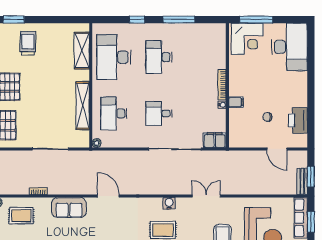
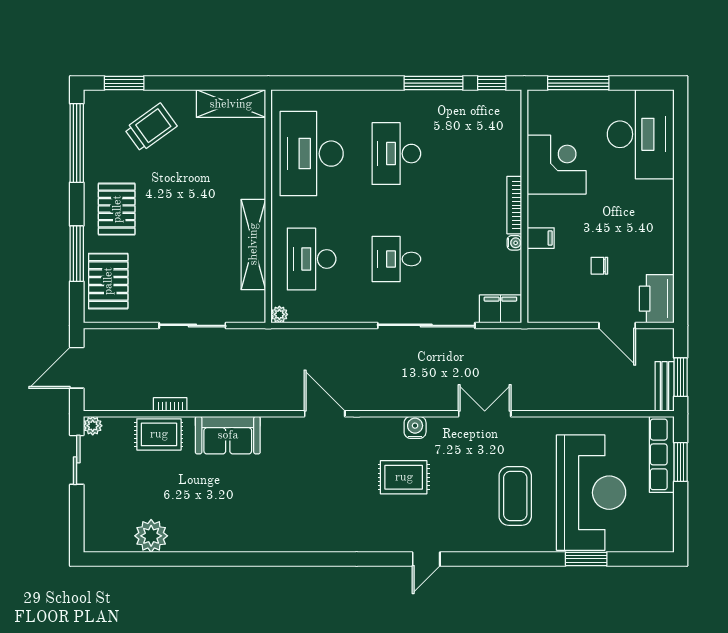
window: (137, 20) -> (492, 83), moved
corner desk: (247, 39) -> (557, 165), moved, turned -90
trolley: (28, 43) -> (151, 127), turned 54
shelving: (82, 51) -> (231, 104), moved, turned 90
printer: (298, 120) -> (657, 299), moved
door: (108, 196) -> (325, 414), moved
rug: (21, 216) -> (159, 434), moved

